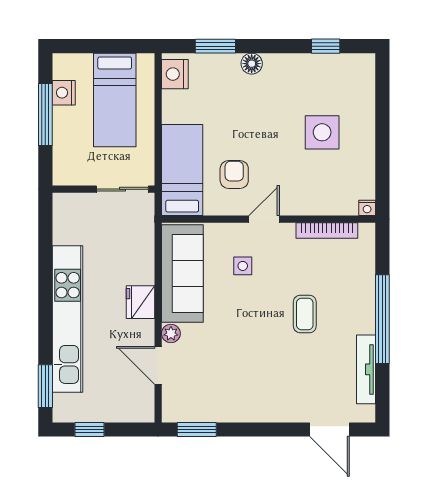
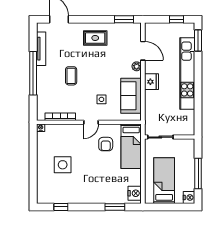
floor lamp: (252, 64) -> (97, 198), removed
nightstand: (64, 93) -> (189, 197), moved
sofa: (182, 273) -> (131, 96), width x0.73
rug: (256, 391) -> (95, 38), added

